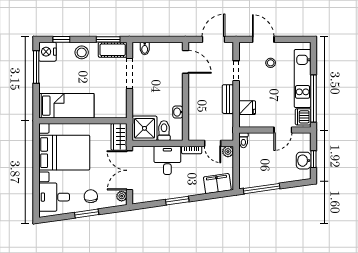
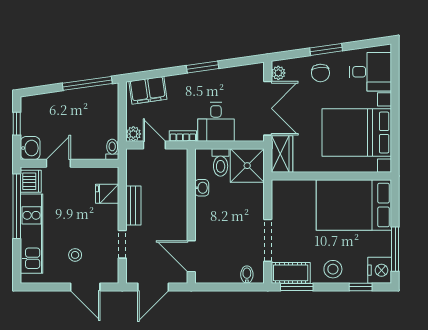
bed: (66, 106) -> (354, 205), width x1.50
washbasin: (304, 161) -> (30, 148), moved

